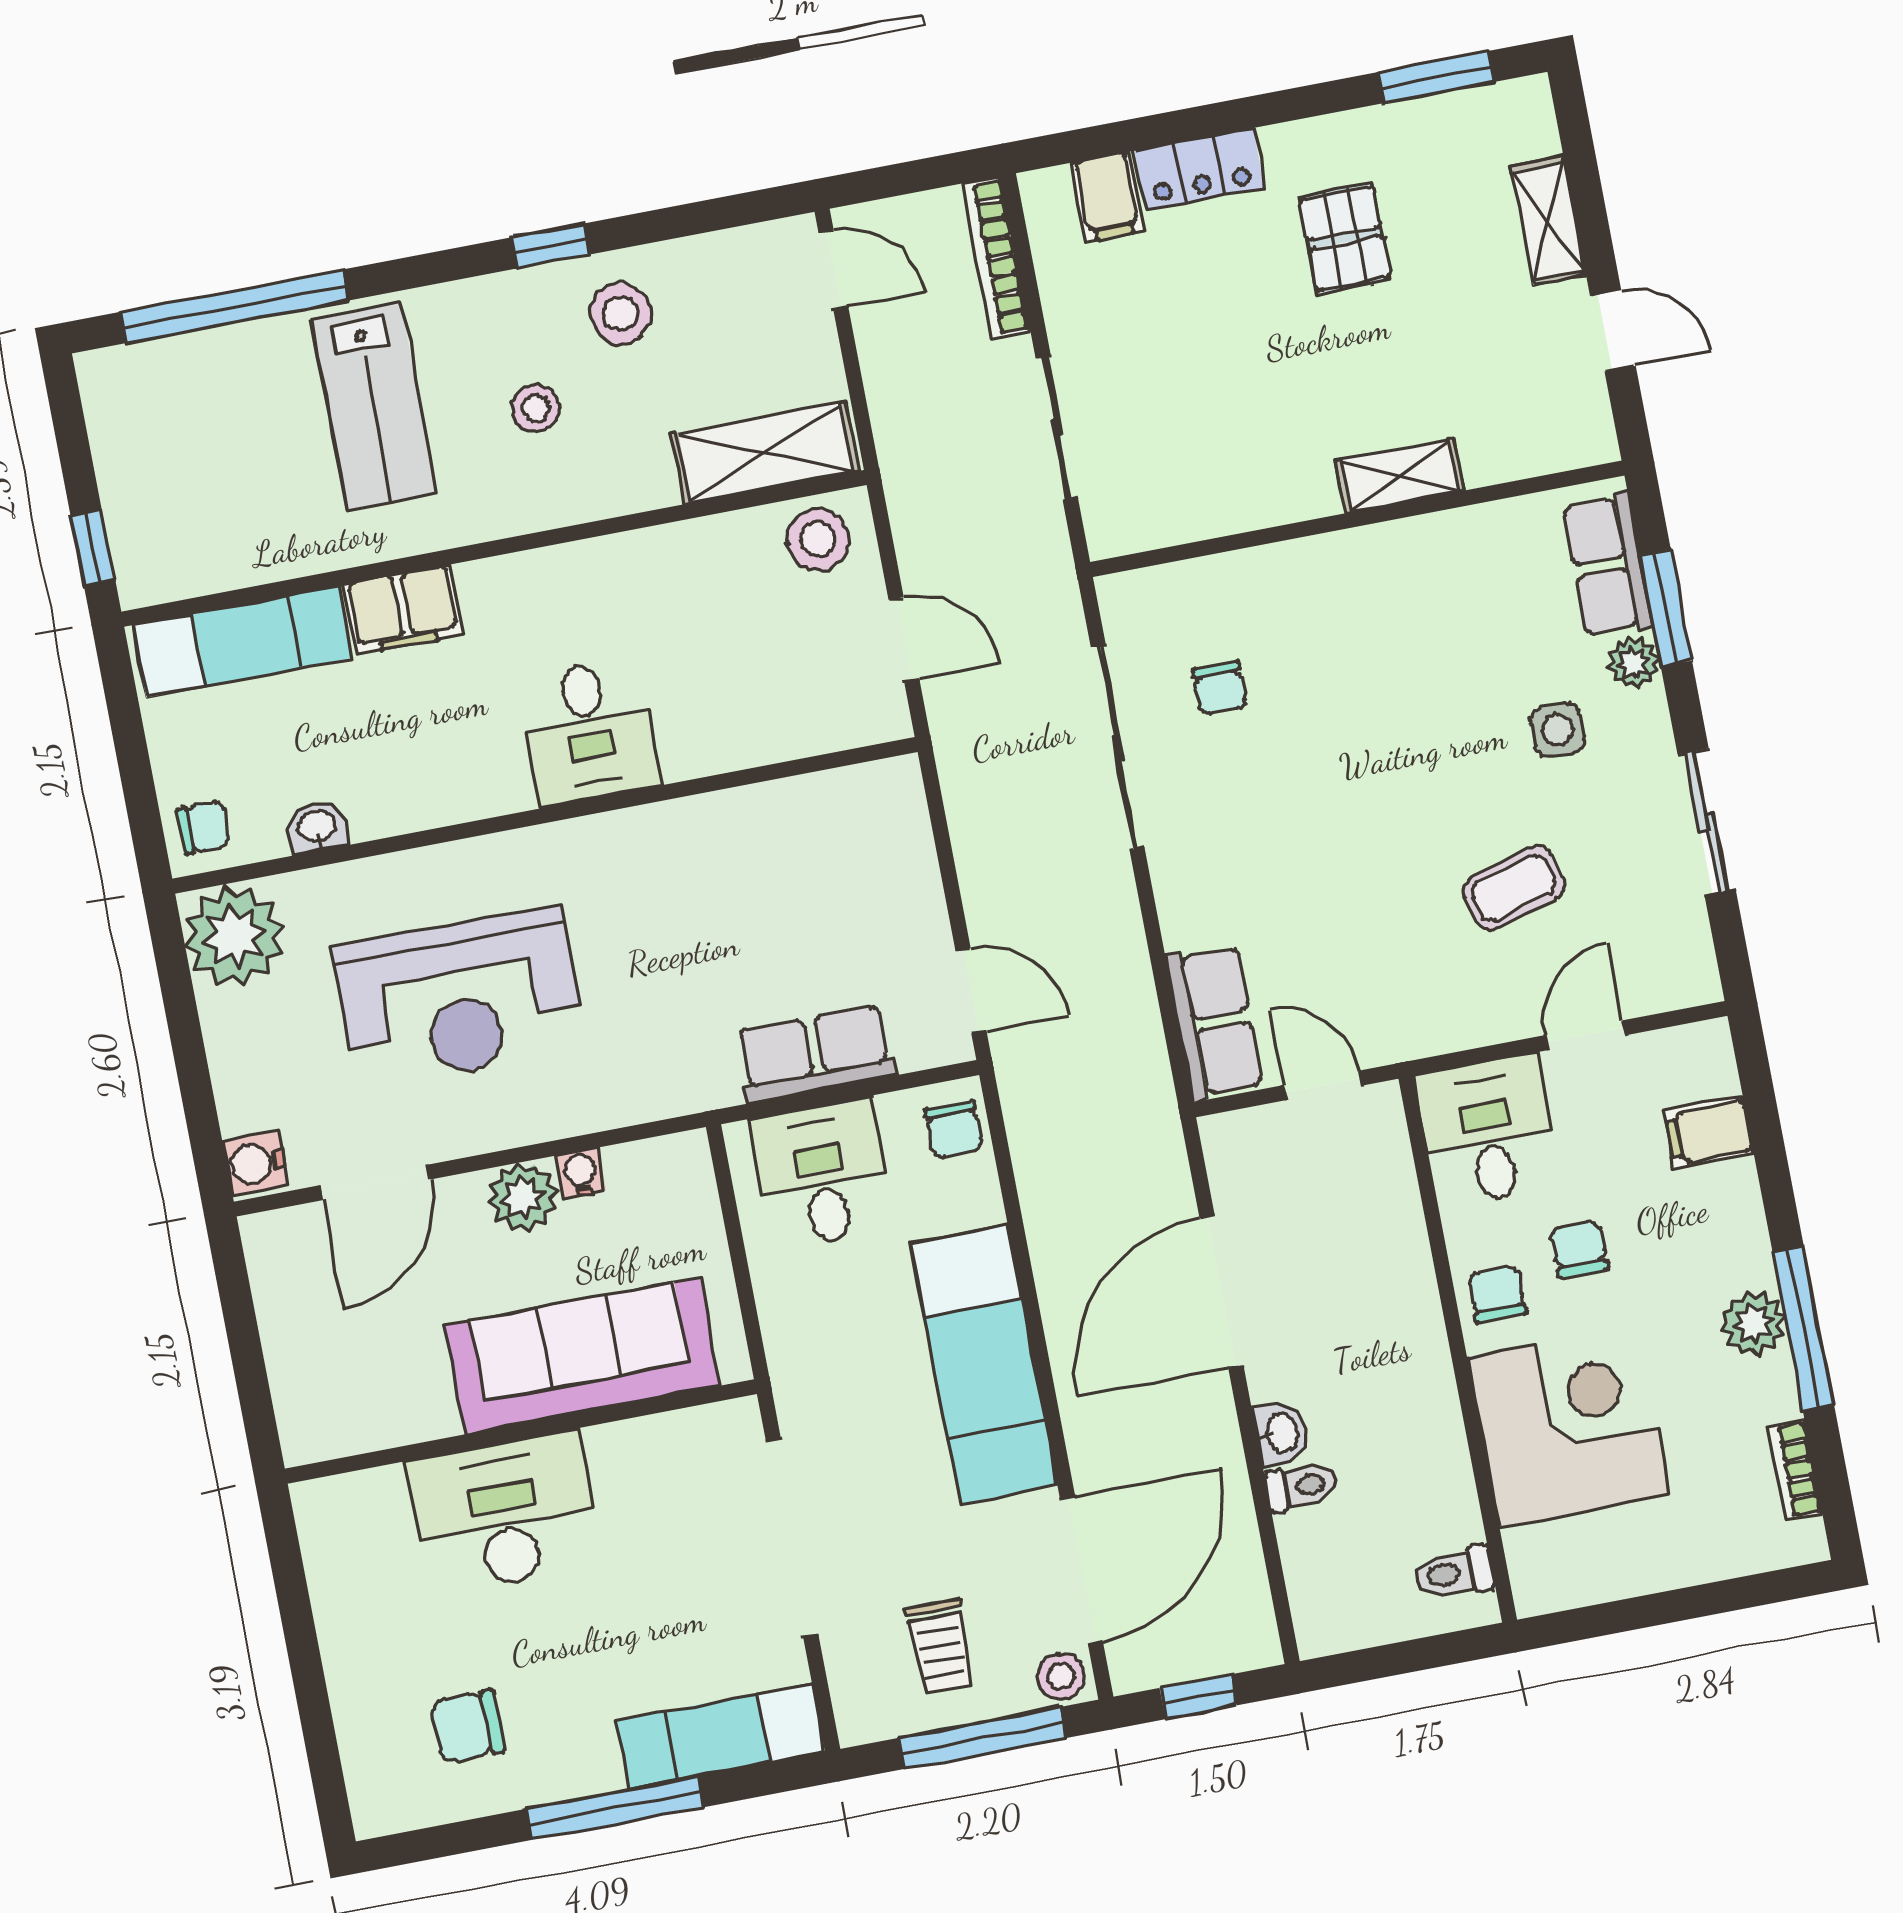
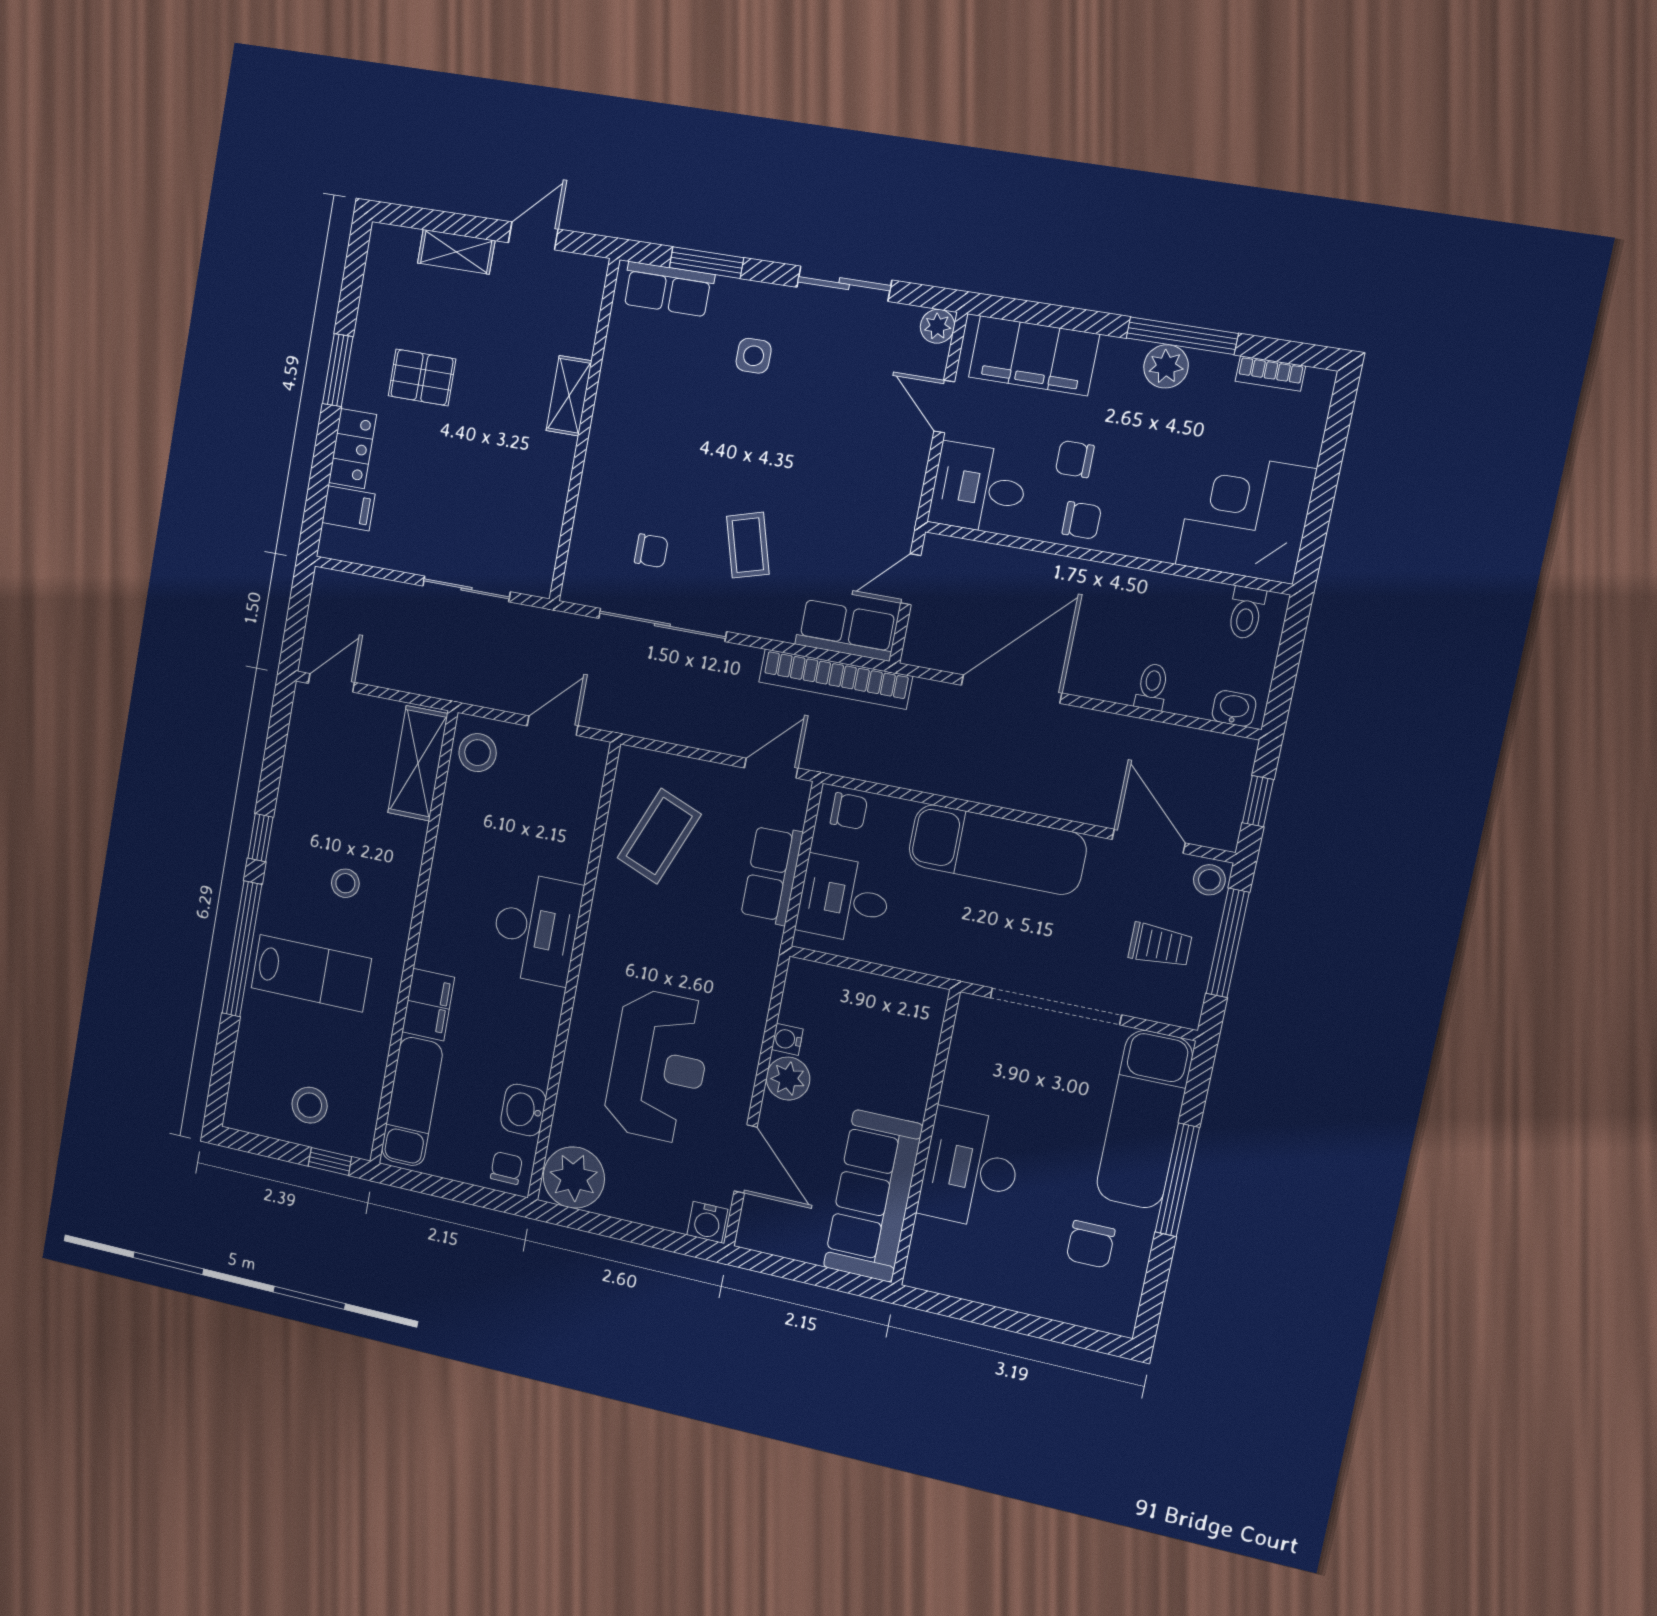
window: (1436, 77) -> (338, 370), moved
bookcase: (996, 258) -> (835, 679), moved, width x1.48, depth x1.31
window: (235, 306) -> (242, 949), moved
stool: (620, 313) -> (310, 1105), moved
plant: (1634, 663) -> (937, 326), moved
desk: (589, 732) -> (536, 929), width x1.37
washbasin: (317, 827) -> (523, 1110), width x1.38, depth x1.45
coffee table: (804, 864) -> (659, 836), added
coffee table: (1514, 888) -> (748, 545), moved
filing cabinet: (1709, 1132) -> (1034, 356), width x3.00, depth x1.17
door: (1221, 1292) -> (1012, 689), swing flipped
chair: (1497, 1294) -> (1082, 520), turned 180
sofa: (582, 1356) -> (873, 1196), moved
corner desk: (1569, 1426) -> (1246, 517), moved
washbasin: (1281, 1433) -> (1234, 708), moved
door: (1082, 1571) -> (1149, 841), width x0.73
exam couch: (721, 1736) -> (1145, 1119), width x1.36, depth x1.45

